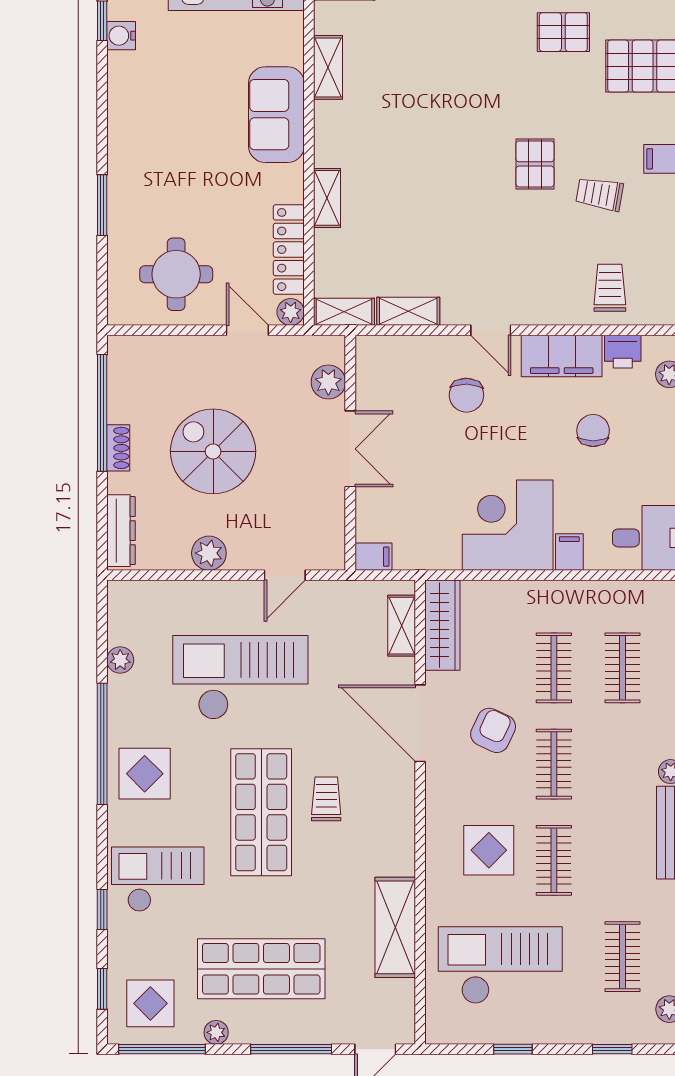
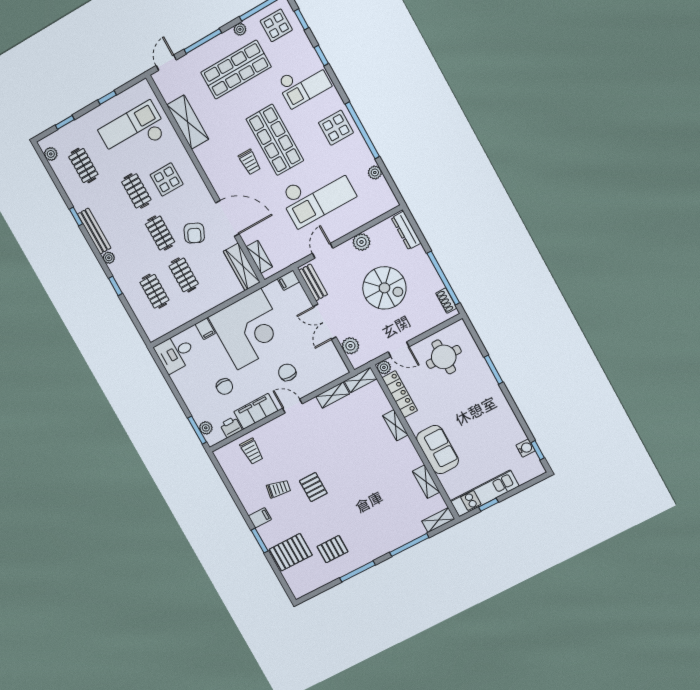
shoe rack: (118, 448) -> (446, 301), moved
corner desk: (508, 525) -> (249, 329), width x1.36, depth x1.36
bench: (332, 529) -> (313, 282), added
checkout: (500, 965) -> (133, 132), turned 180

